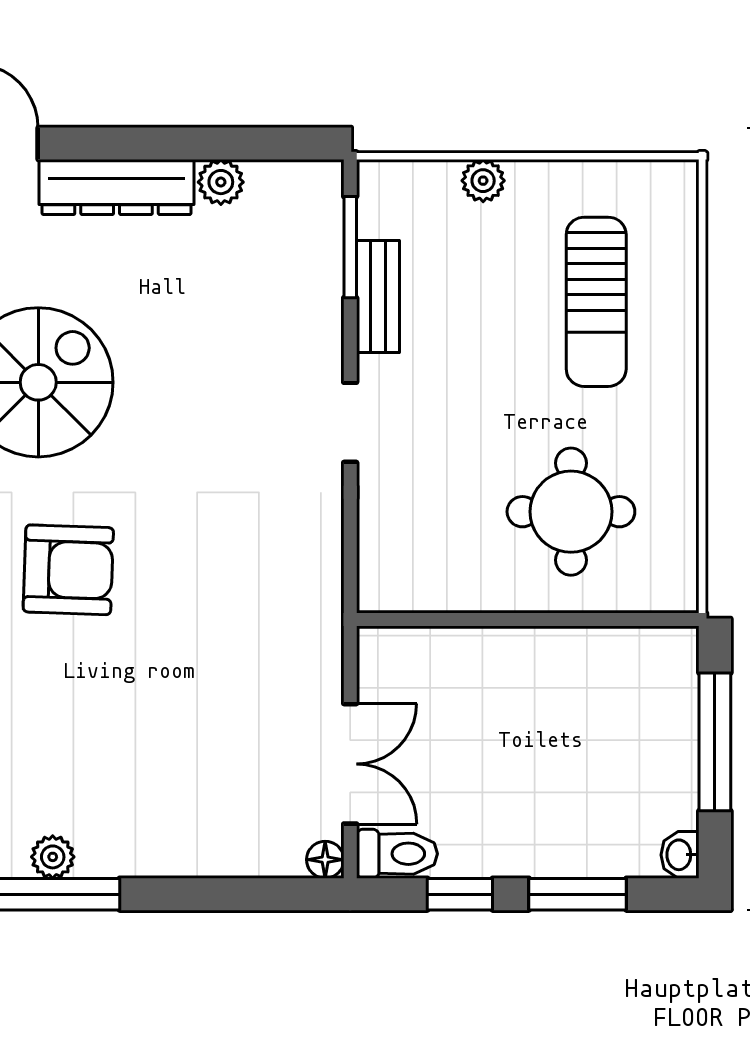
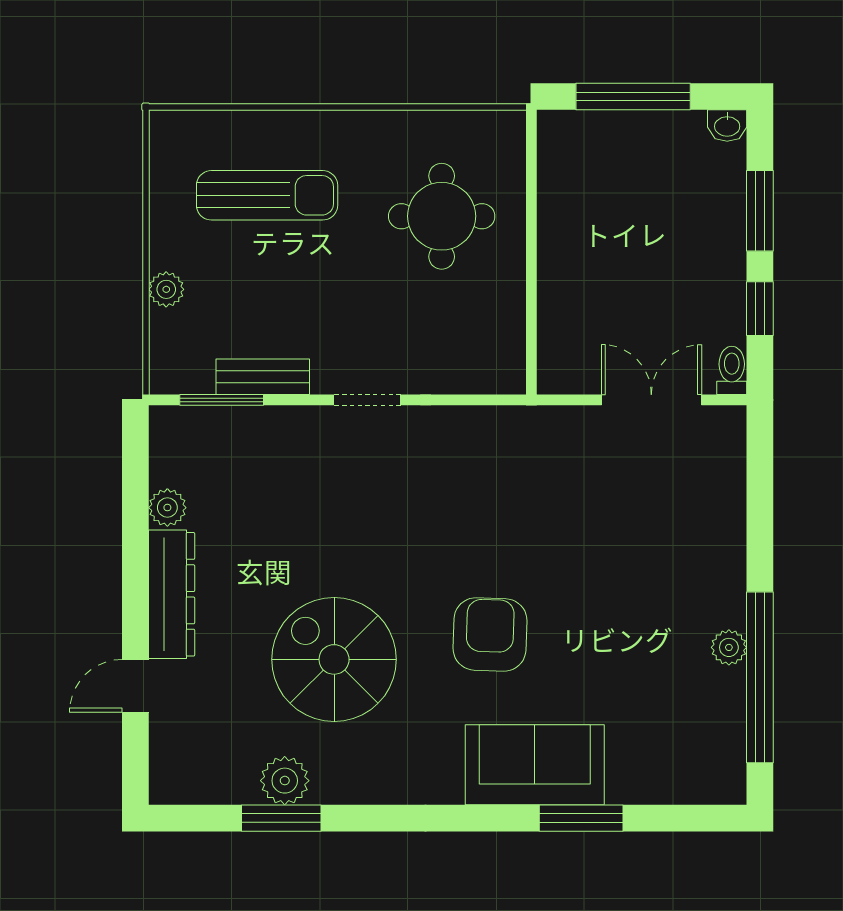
toilet: (397, 854) -> (732, 370), width x0.73, depth x0.72
floor lamp: (325, 860) -> (731, 421), removed

